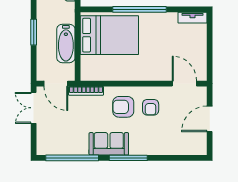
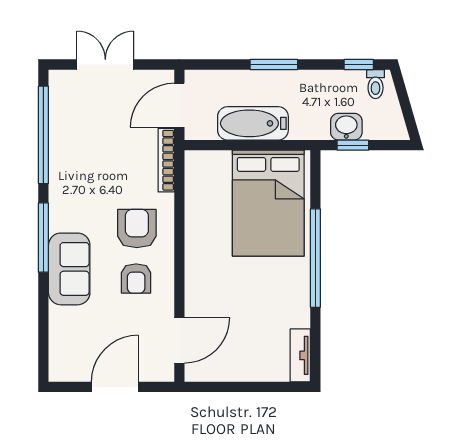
armchair: (151, 107) -> (136, 278), turned -90
double door: (34, 108) -> (105, 64), moved
door: (210, 119) -> (115, 387), hinge flipped
sofa: (109, 144) -> (69, 269), moved

